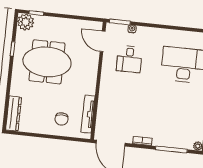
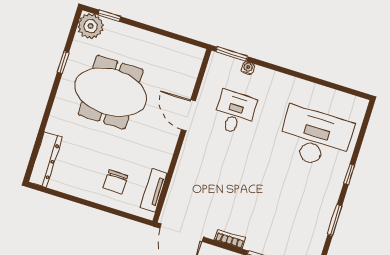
door: (103, 41) -> (188, 115), moved
desk: (129, 59) -> (235, 113), turned 180
tv unit: (88, 114) -> (154, 190), width x0.71

